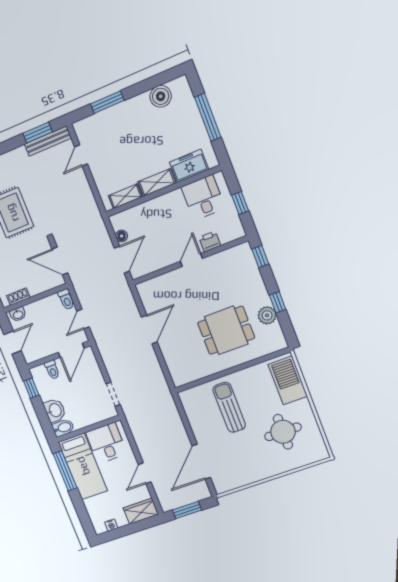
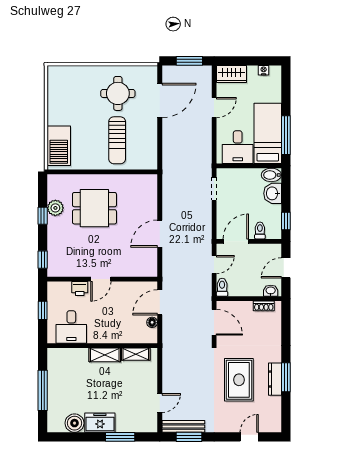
freezer: (189, 166) -> (100, 423), moved, turned 180
round table: (283, 432) -> (118, 93), moved

